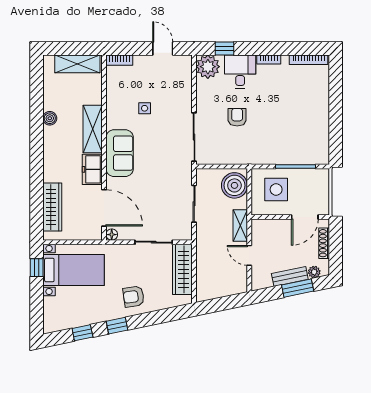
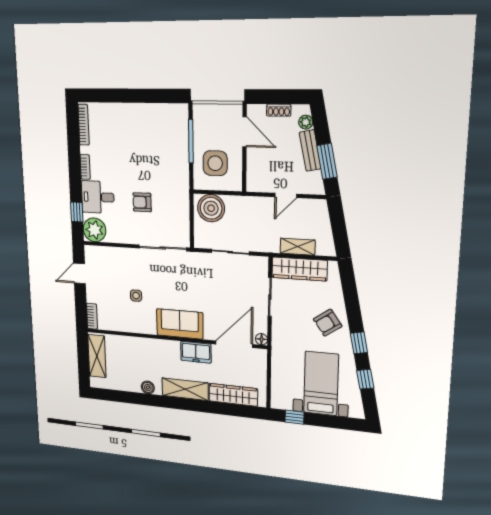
shelving: (93, 129) -> (185, 389), moved
shelving: (240, 225) -> (298, 247), moved
shoe rack: (324, 243) -> (279, 110), width x0.70
bed with nightstands: (74, 270) -> (321, 384), moved
window: (298, 288) -> (327, 161), moved
armchair: (134, 297) -> (328, 323), turned 63

